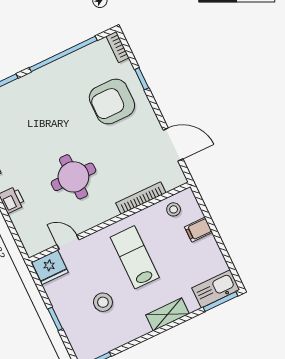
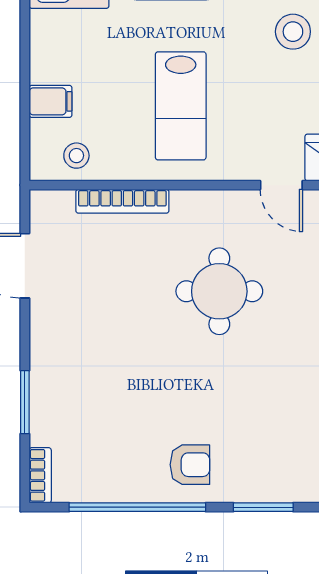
window: (142, 79) -> (25, 402), width x1.50
armchair: (112, 102) -> (190, 465), moved, width x0.53, depth x0.53
stool: (103, 302) -> (293, 32), moved

